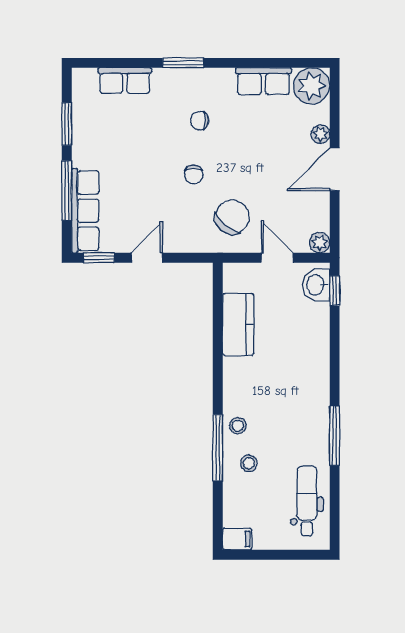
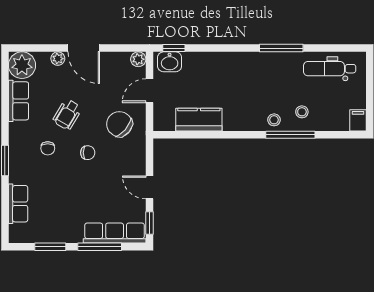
wheelchair: (245, 147) -> (67, 115), added

